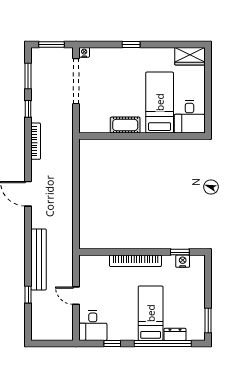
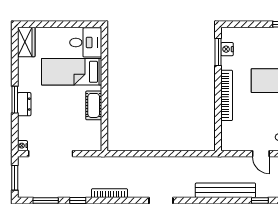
window: (131, 44) -> (15, 100), width x1.50
dresser: (127, 54) -> (24, 104), added
window: (180, 252) -> (218, 52), width x1.50
door: (76, 296) -> (261, 154), hinge flipped

